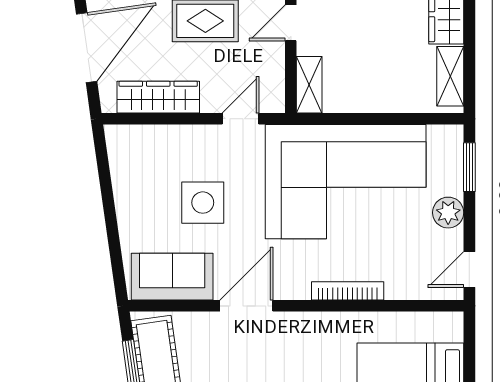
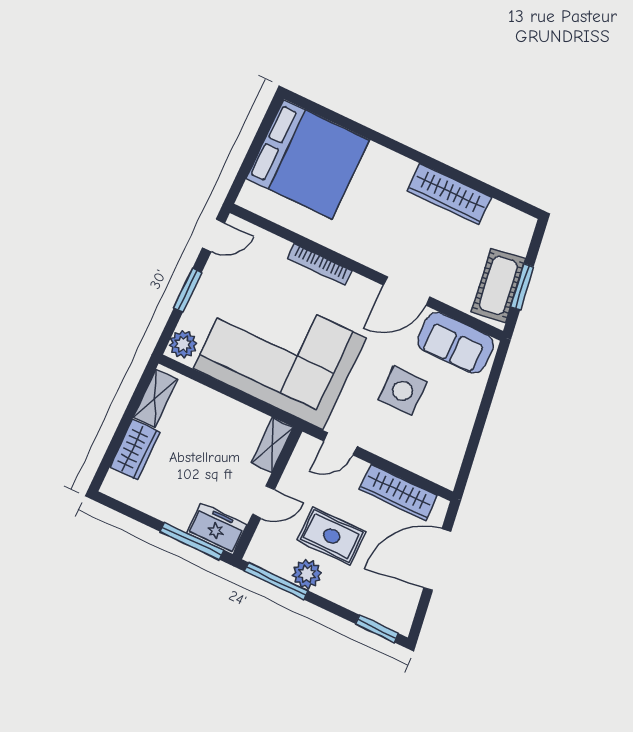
window: (469, 167) -> (188, 290), moved
plant: (448, 213) -> (183, 344), moved

